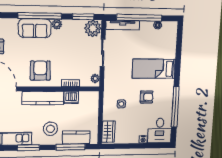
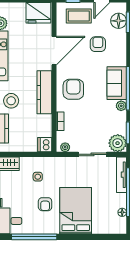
bed: (154, 69) -> (76, 211), width x1.50
armchair: (40, 71) -> (73, 89), turned -90
dishwasher: (71, 98) -> (45, 145), moved

